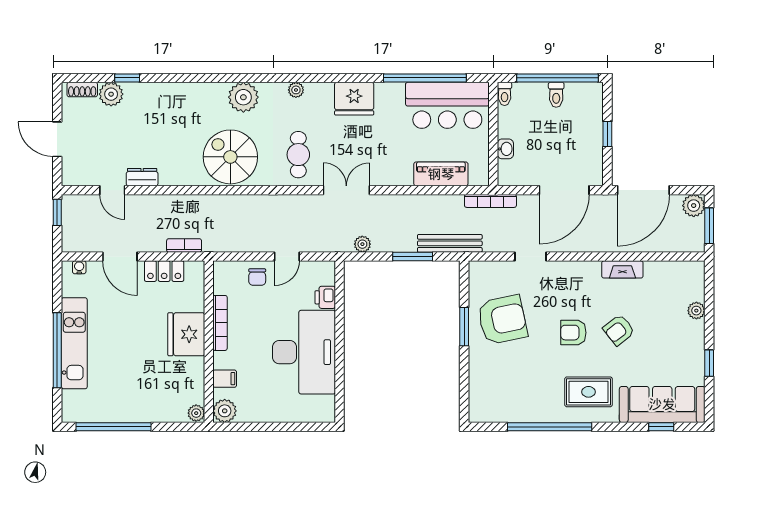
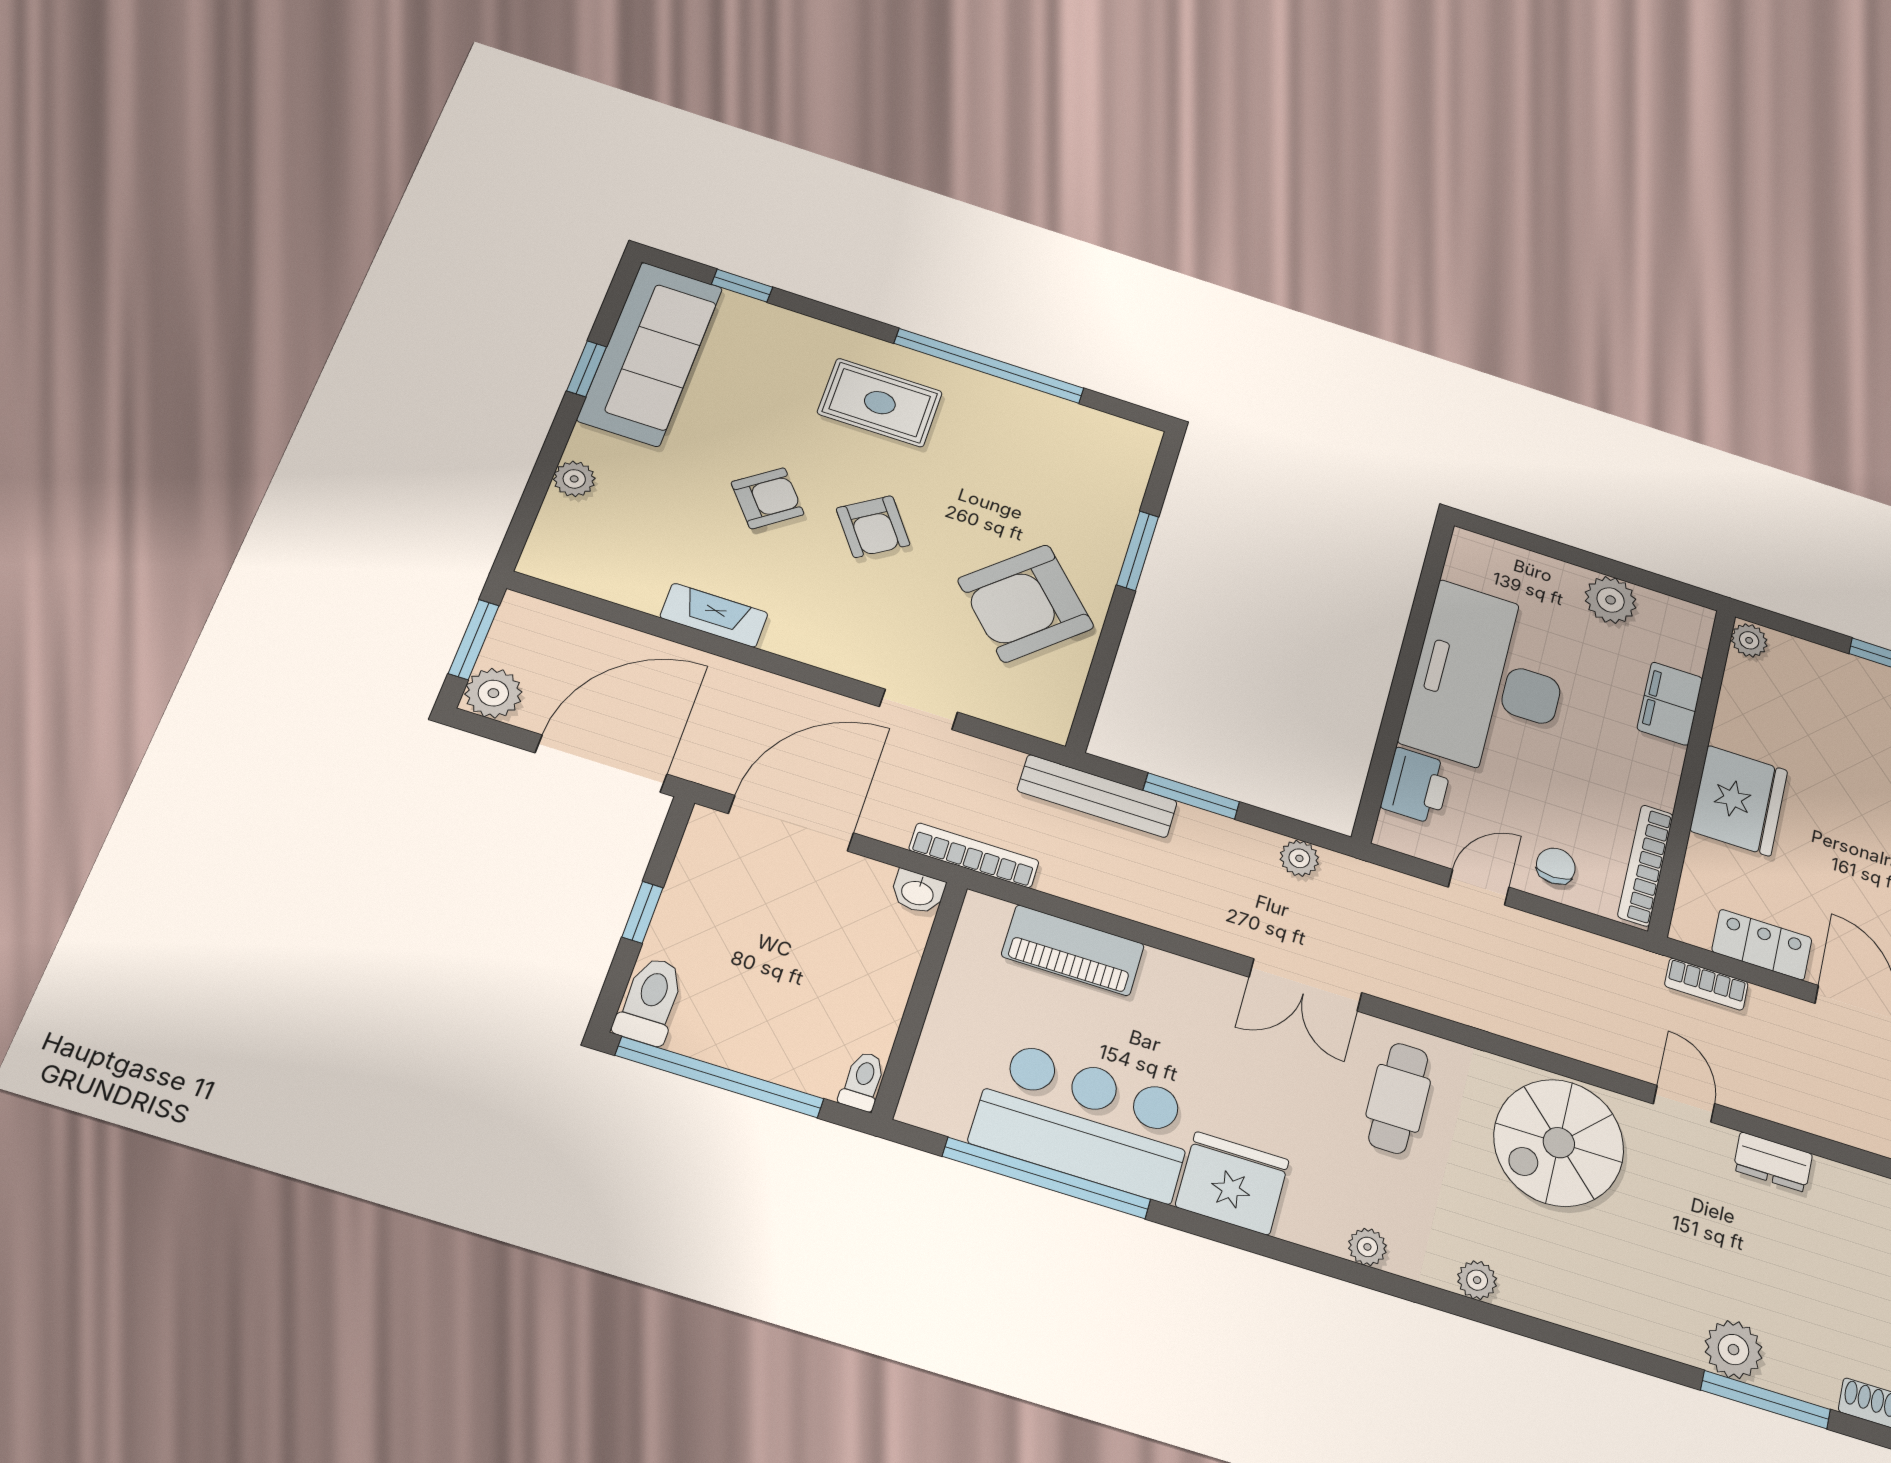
window: (127, 78) -> (1766, 1400), width x2.17
plant: (111, 94) -> (1733, 1350), moved
toilet: (556, 95) -> (650, 1001), moved, width x1.37, depth x1.39
plant: (243, 97) -> (1477, 1280), width x0.53, depth x0.53
bar counter: (447, 105) -> (1084, 1121), moved
washbasin: (505, 149) -> (918, 892), moved, turned -90
spiral stairs: (230, 157) -> (1559, 1143), turned 90
door: (112, 190) -> (1684, 1104), moved
printer: (325, 297) -> (1416, 786), width x1.36, depth x1.24
armchair: (502, 320) -> (1026, 603), turned -31
bookcase: (220, 323) -> (1645, 865), moved
window: (464, 327) -> (1138, 551), moved
armchair: (573, 333) -> (873, 527), turned 55
filing cabinet: (225, 379) -> (1670, 704), width x2.00
sofa: (662, 404) -> (650, 354), moved, turned -90
plant: (225, 411) -> (1611, 600), moved

